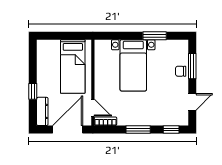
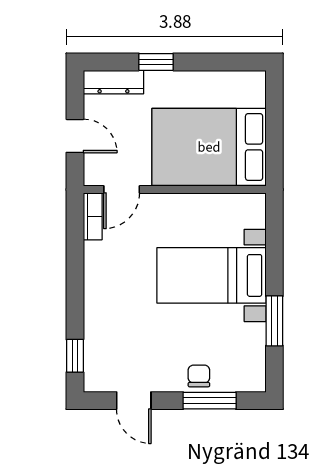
bed: (73, 67) -> (209, 147), width x1.50
door: (68, 130) -> (75, 136), width x0.53
window: (138, 130) -> (75, 286), removed

